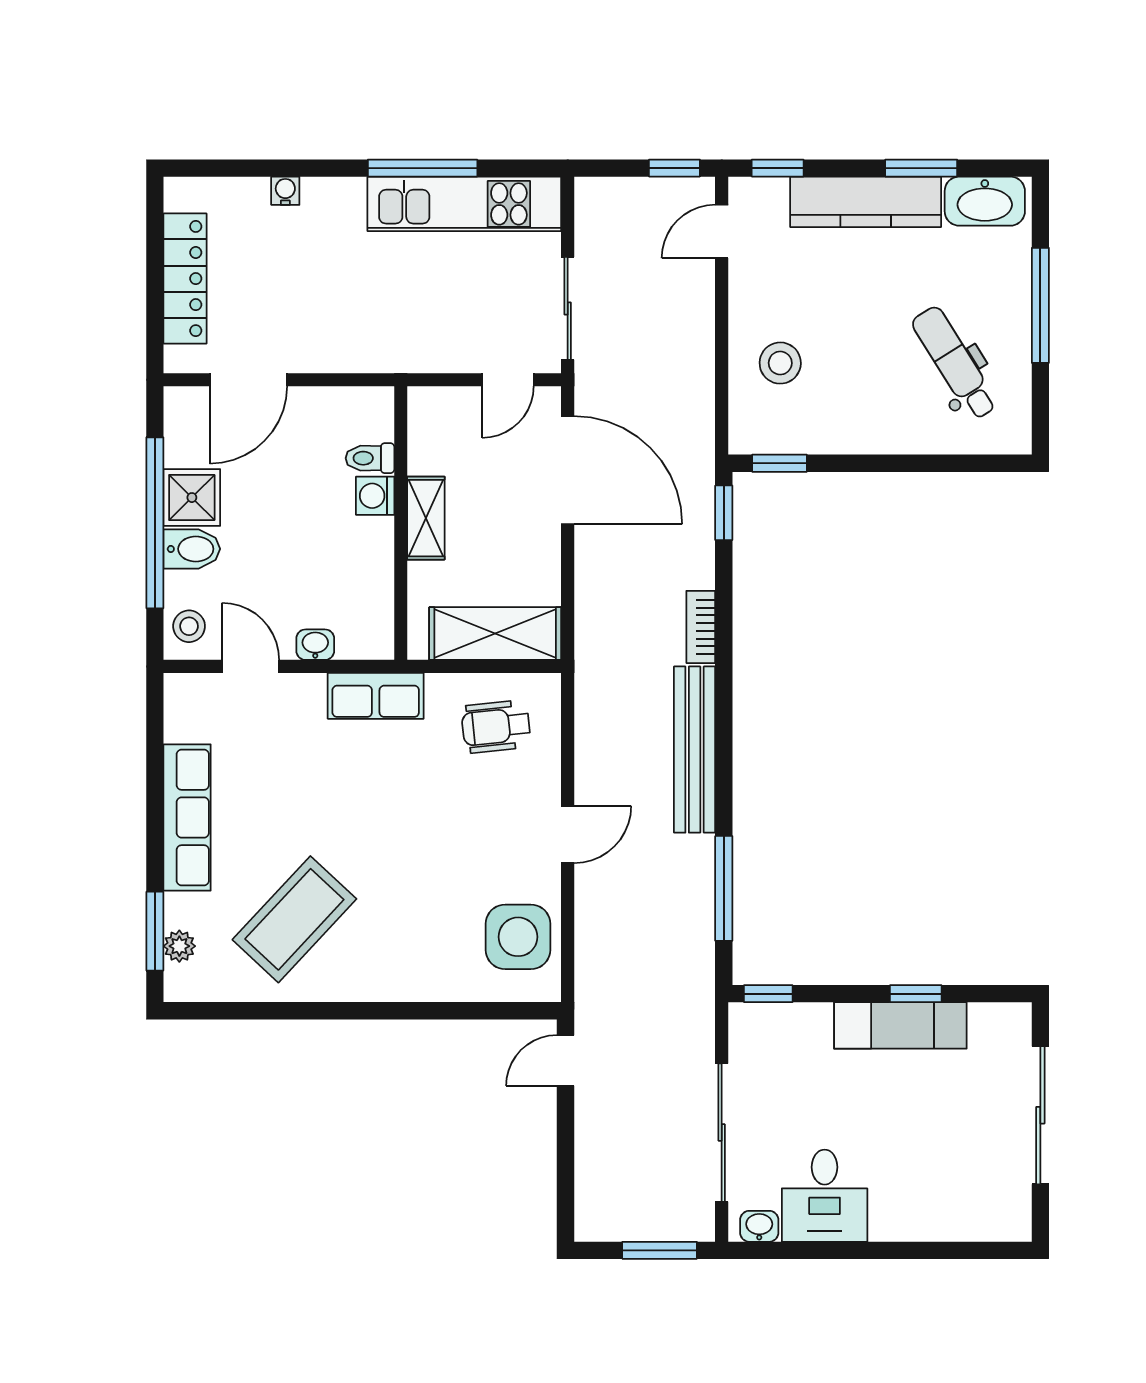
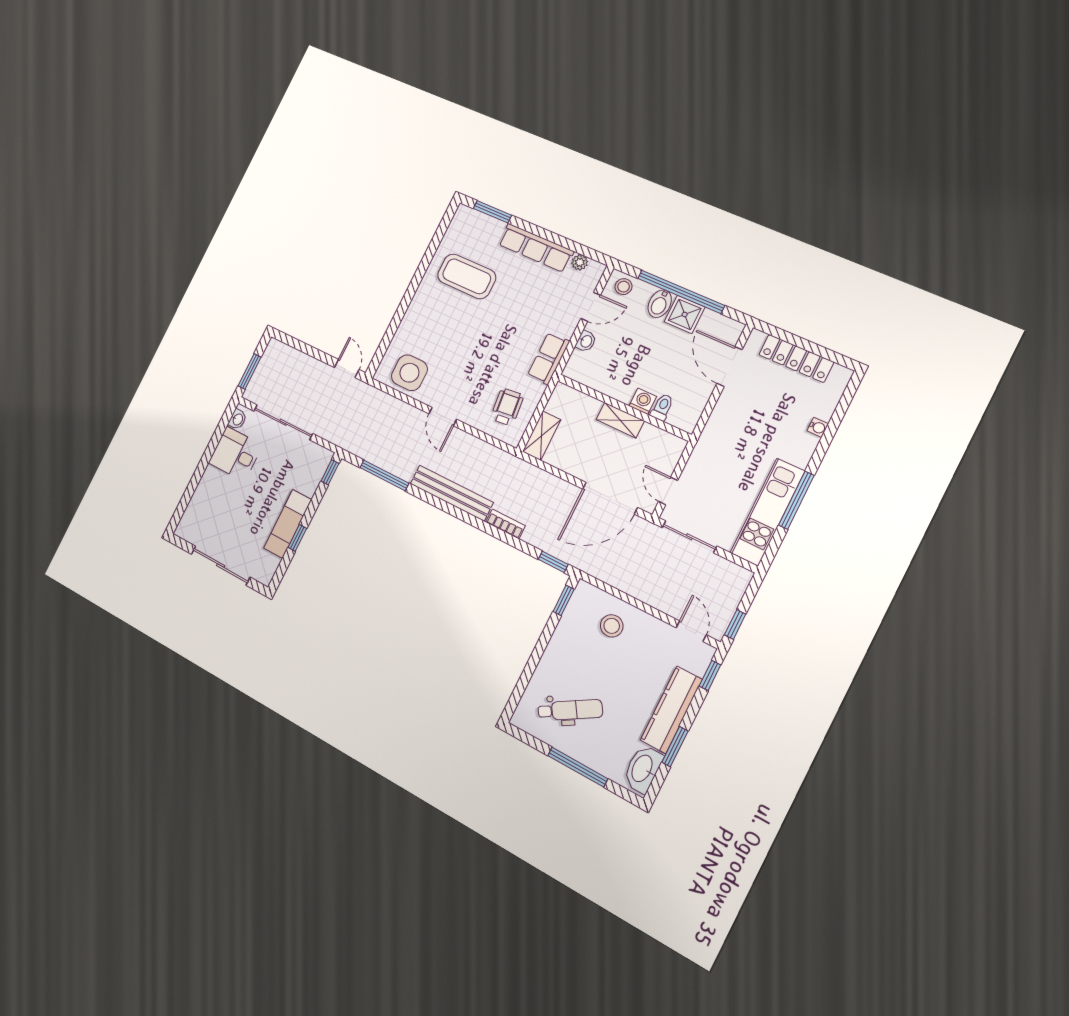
shelving: (495, 634) -> (542, 436), width x0.67, depth x0.75
coffee table: (294, 919) -> (467, 276), turned -43
plant: (179, 946) -> (580, 262), moved

